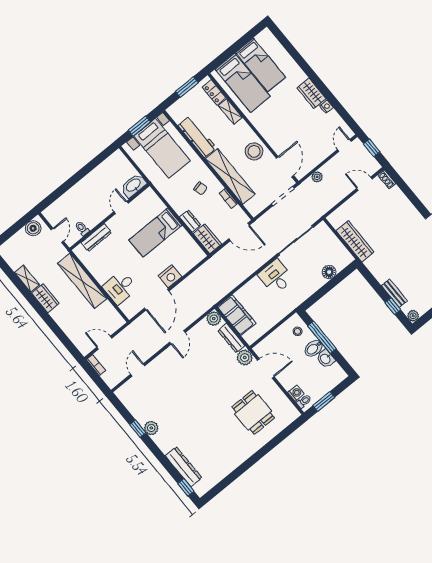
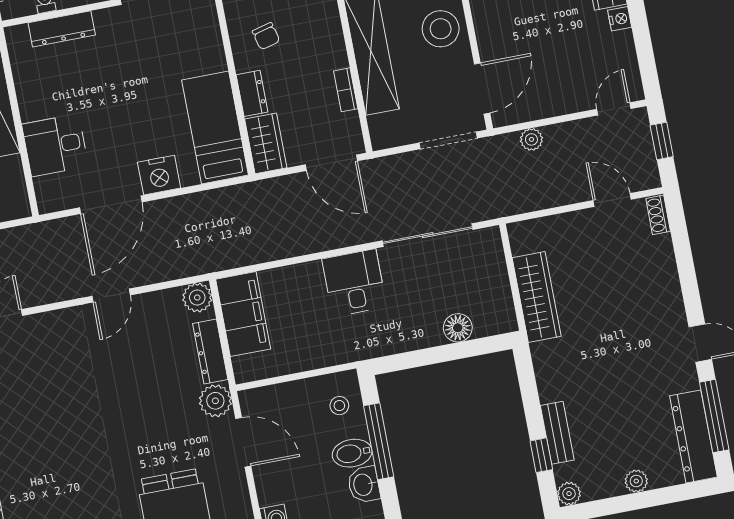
chair: (200, 188) -> (266, 36), moved
bed: (155, 233) -> (215, 128), moved, turned 90

